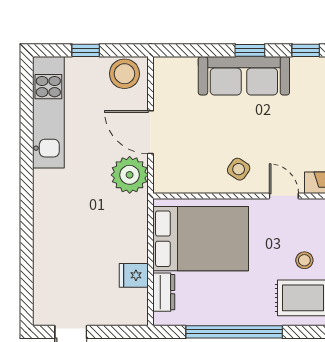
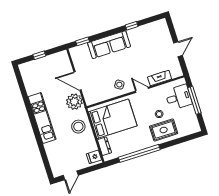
window: (250, 50) -> (83, 41), moved
stool: (124, 74) -> (78, 127), moved
kitchen unit: (48, 112) -> (42, 118), moved
fridge: (134, 275) -> (94, 157), moved

